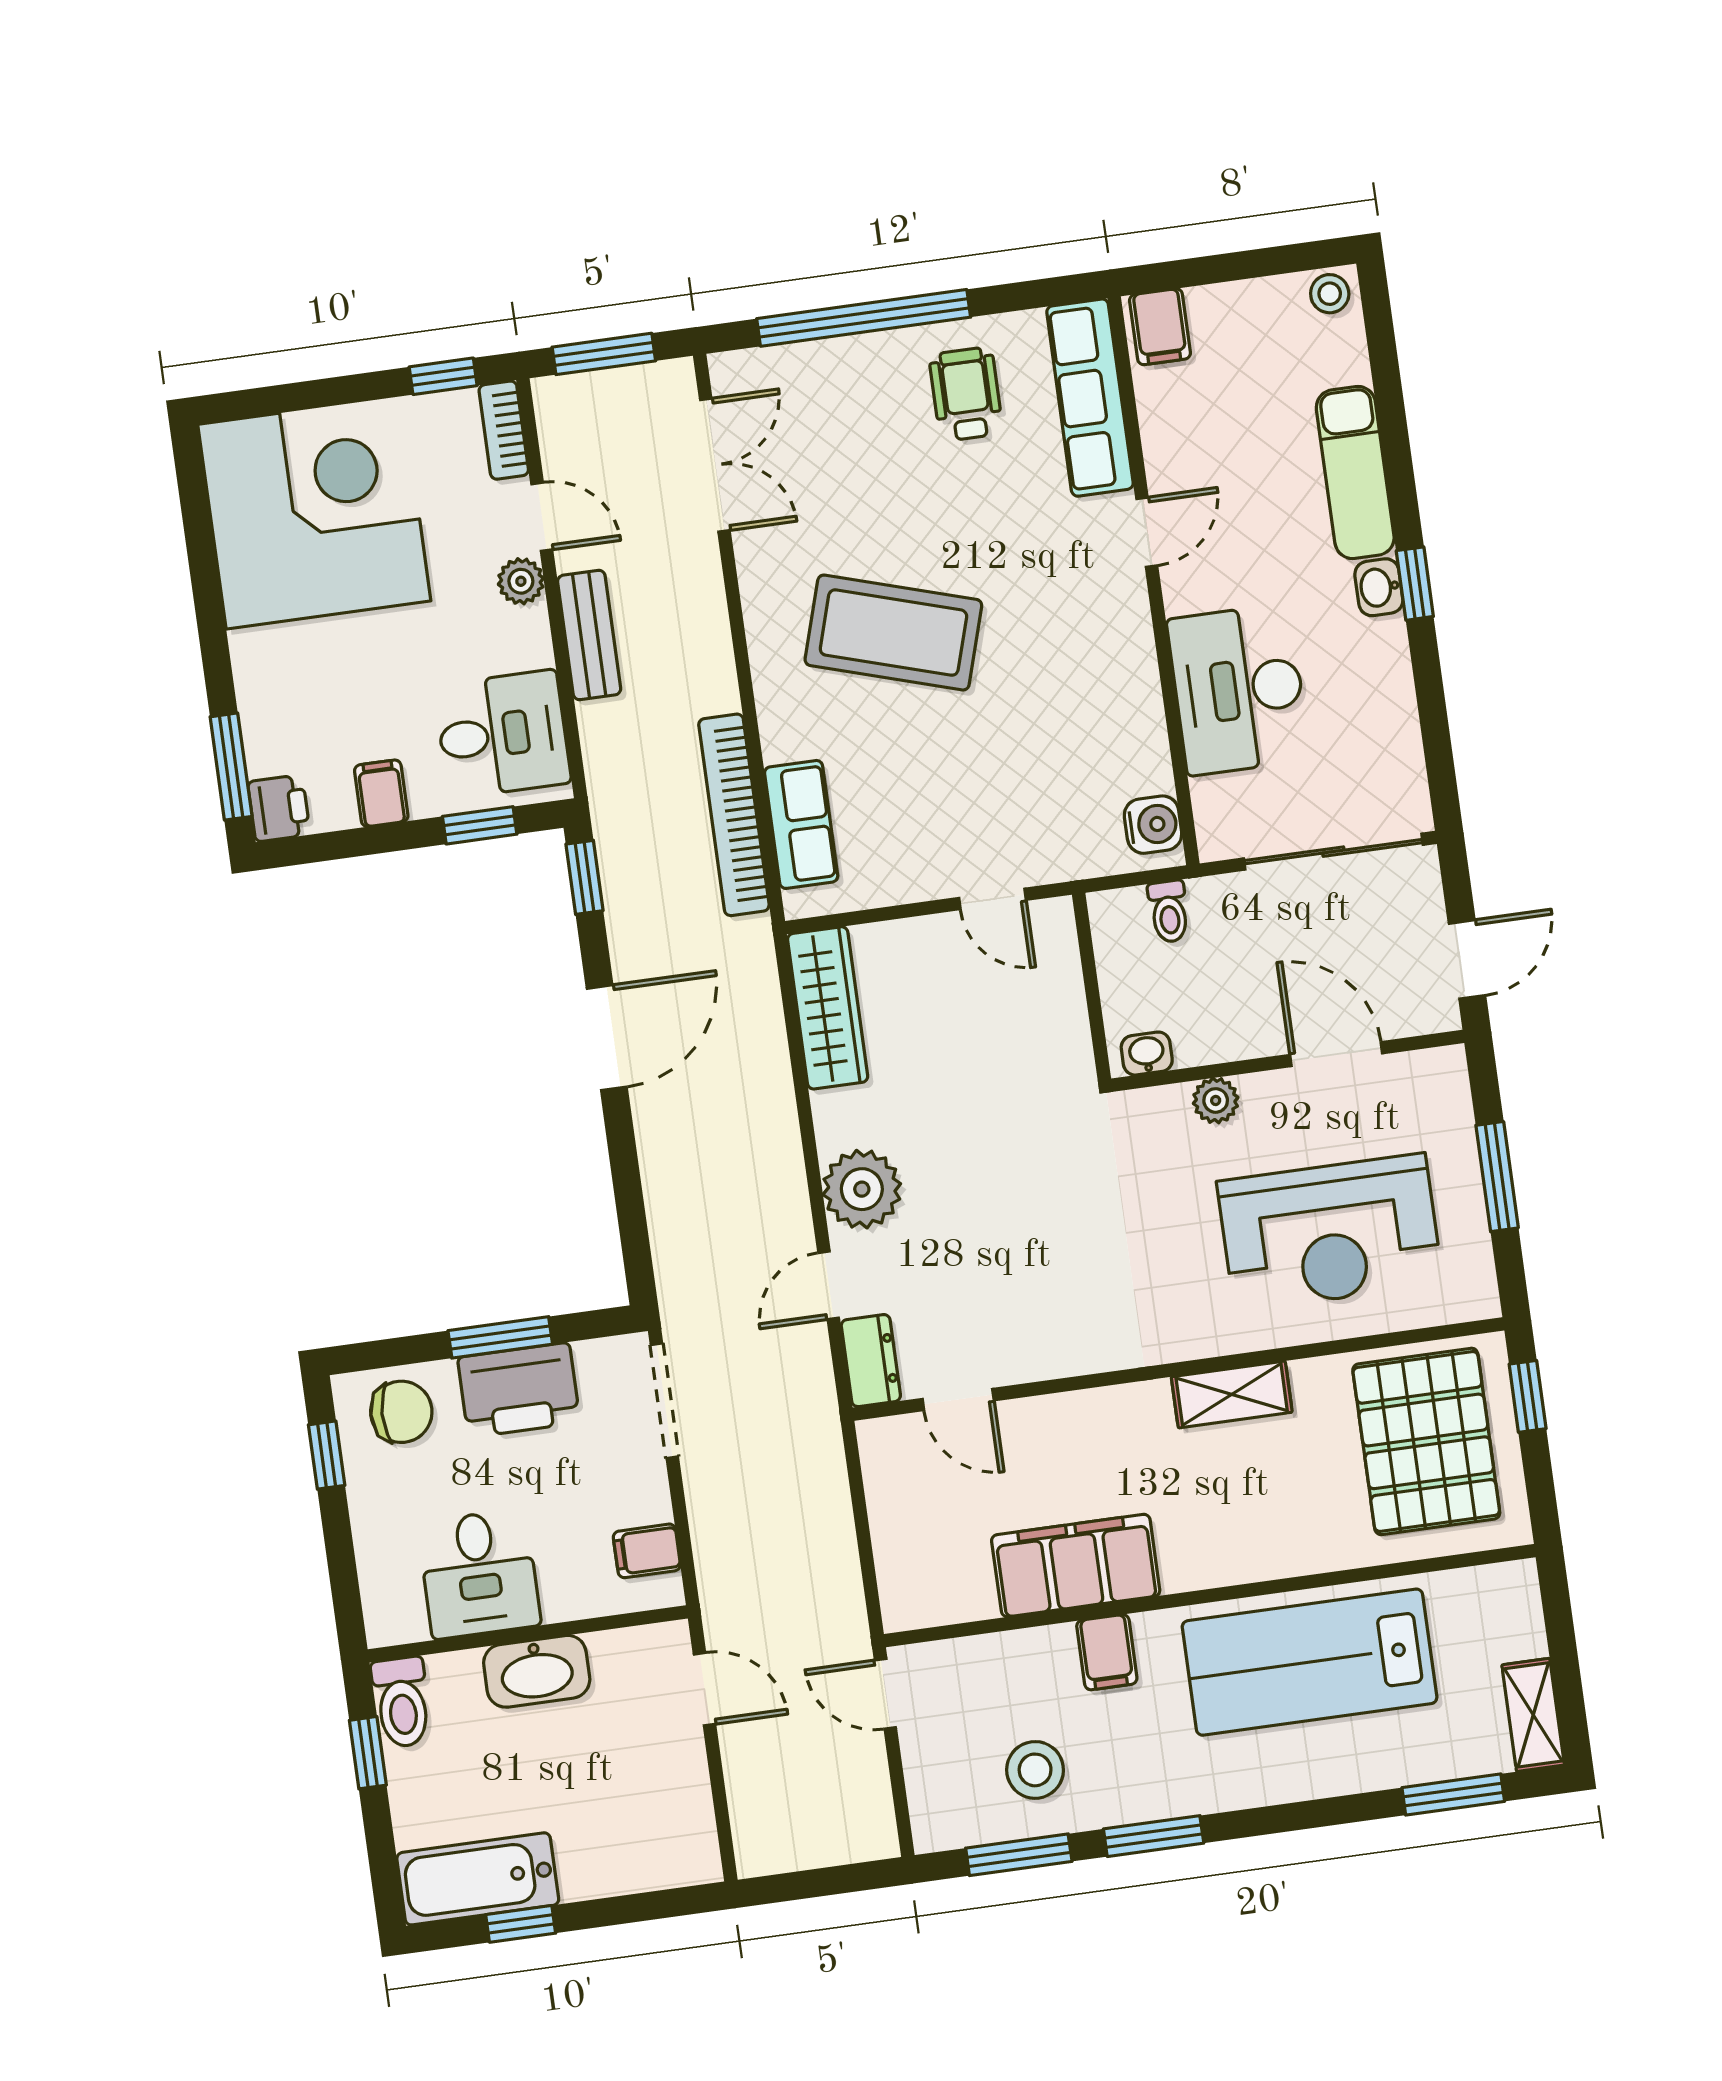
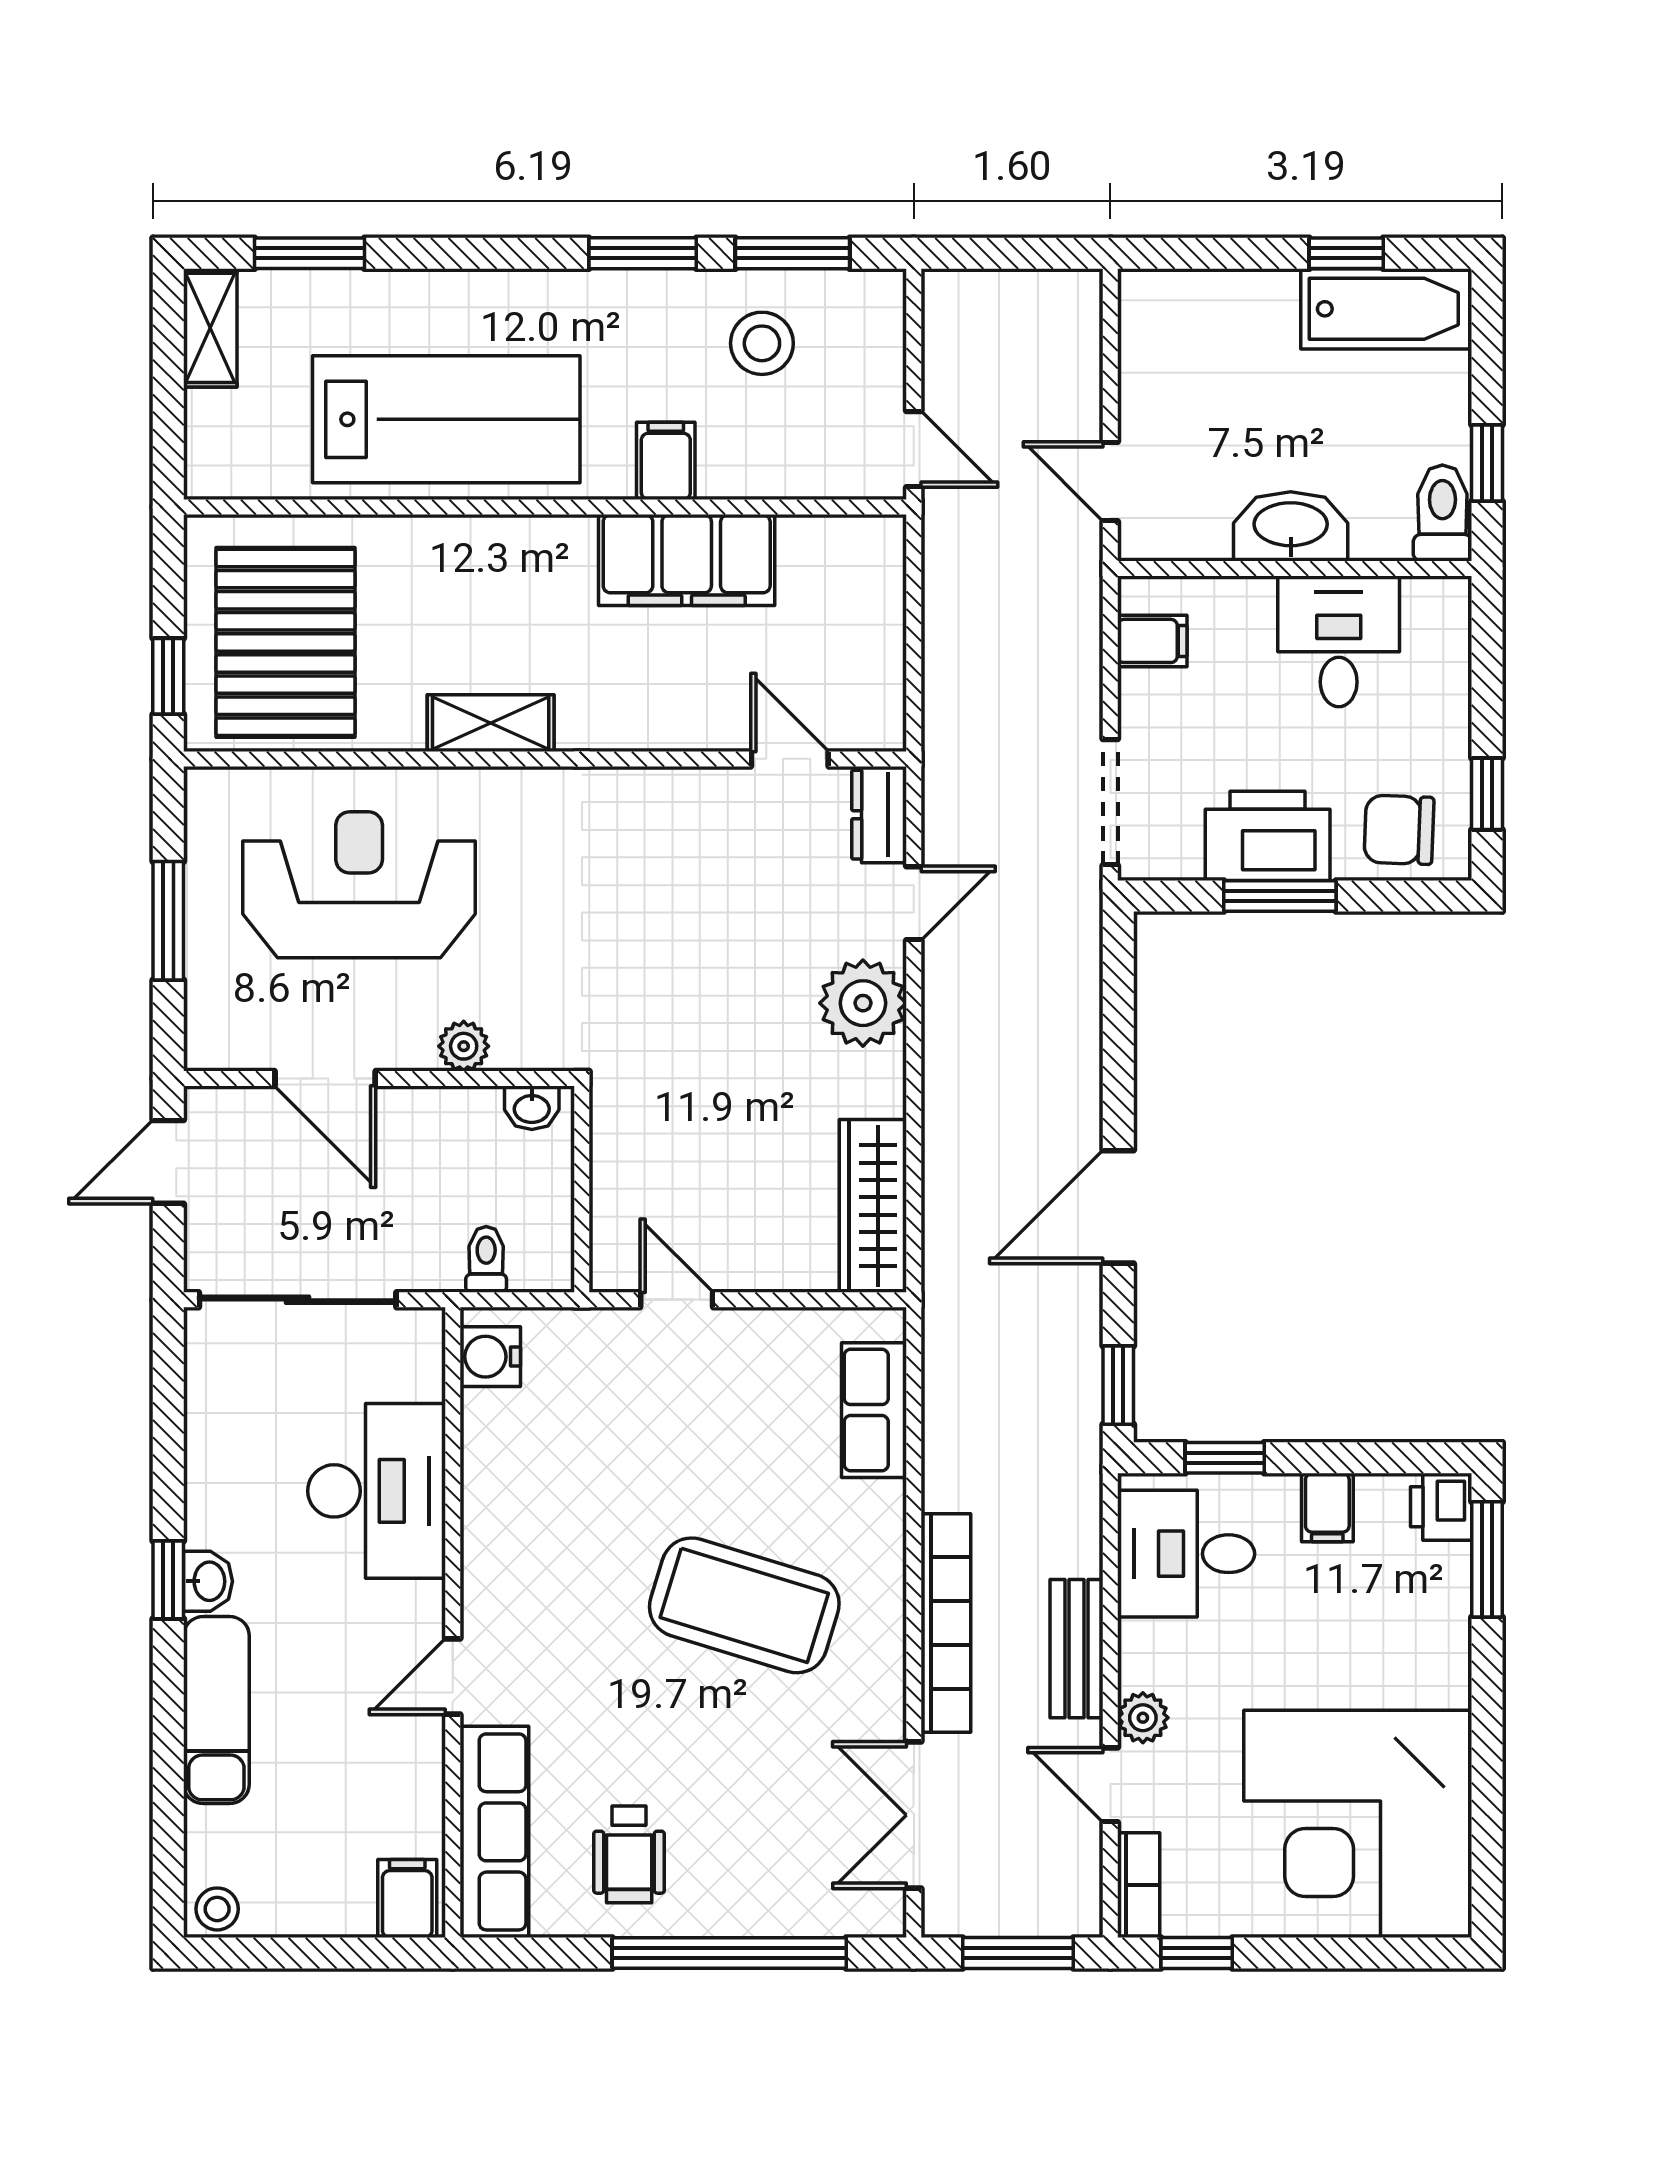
bookcase: (734, 815) -> (946, 1623), moved

